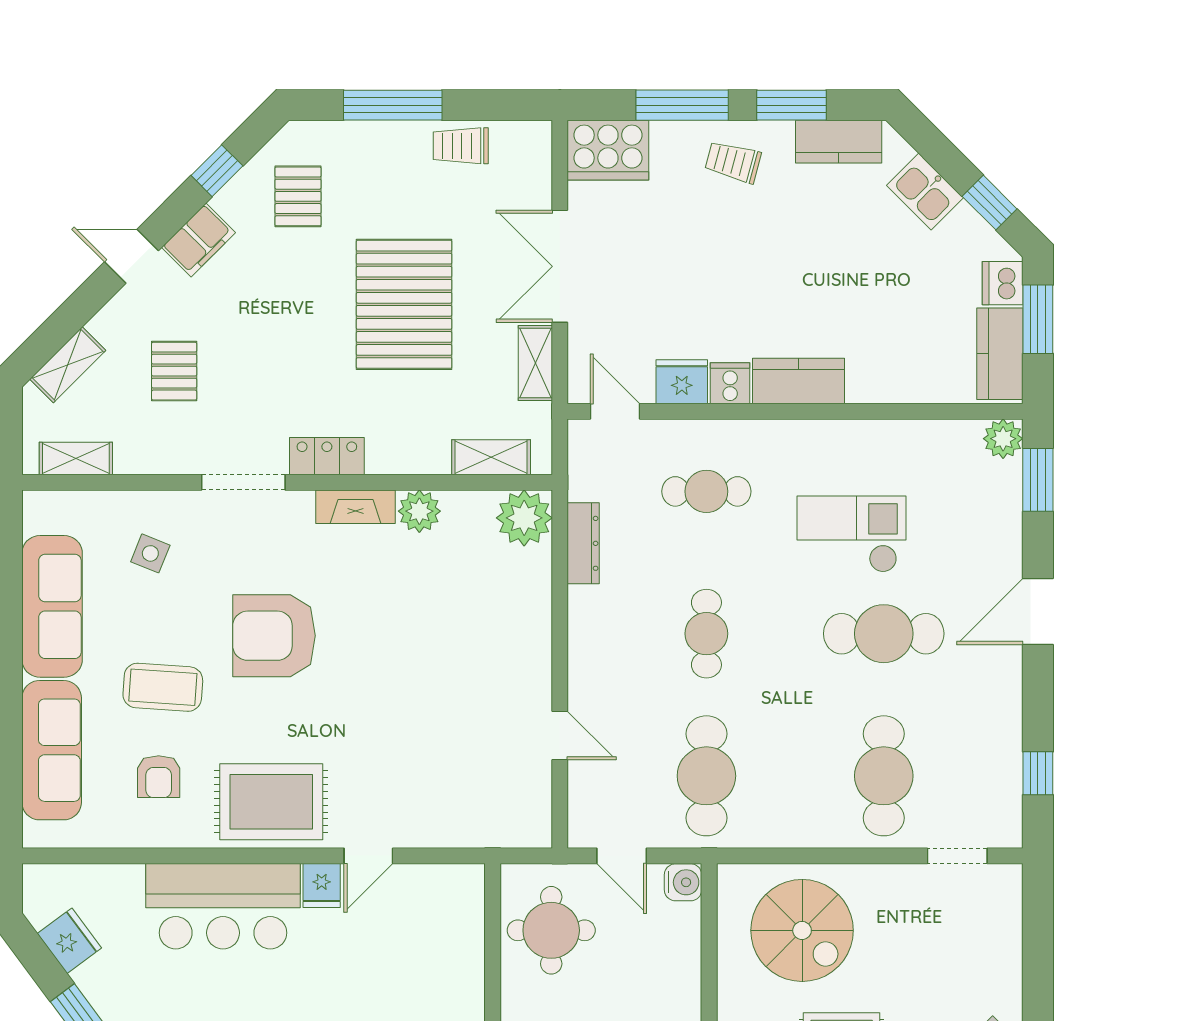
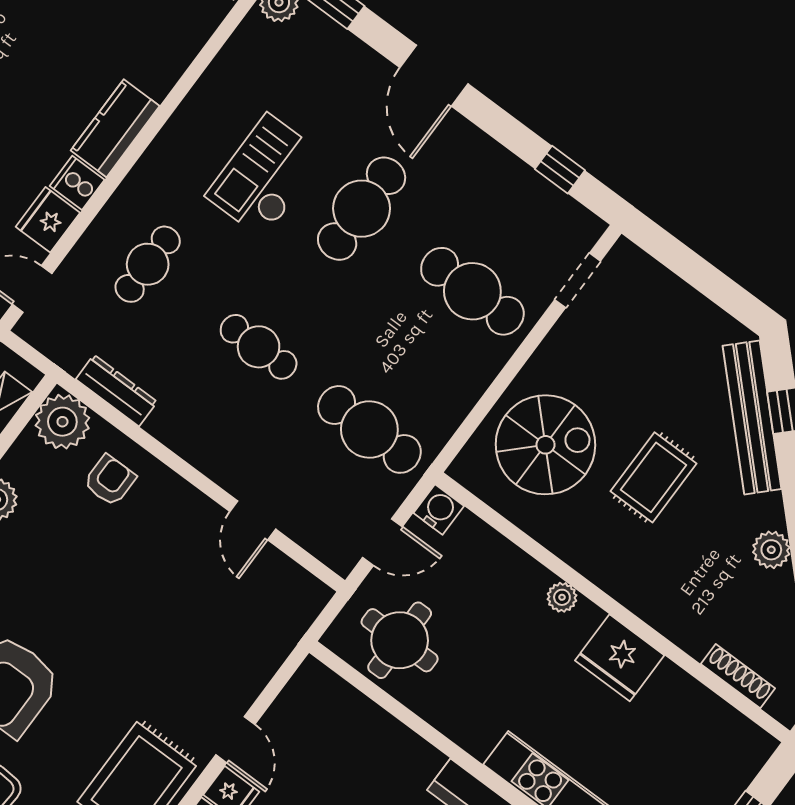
armchair: (505, 593) -> (110, 480), added
door: (560, 735) -> (253, 520), swing flipped

